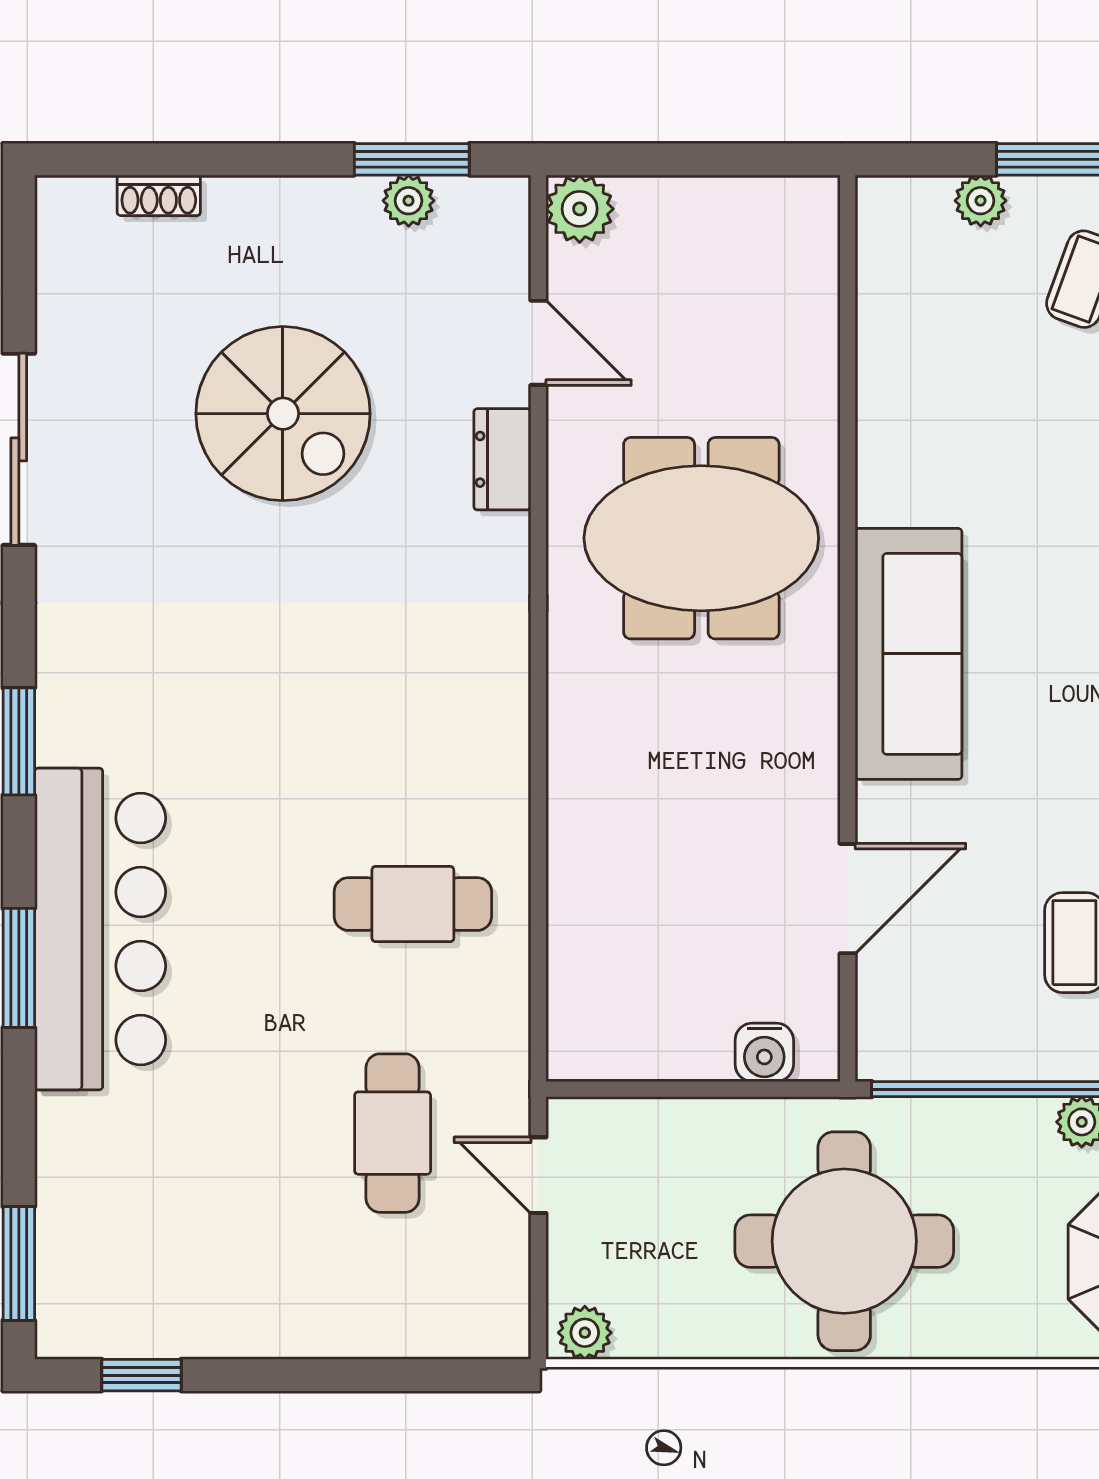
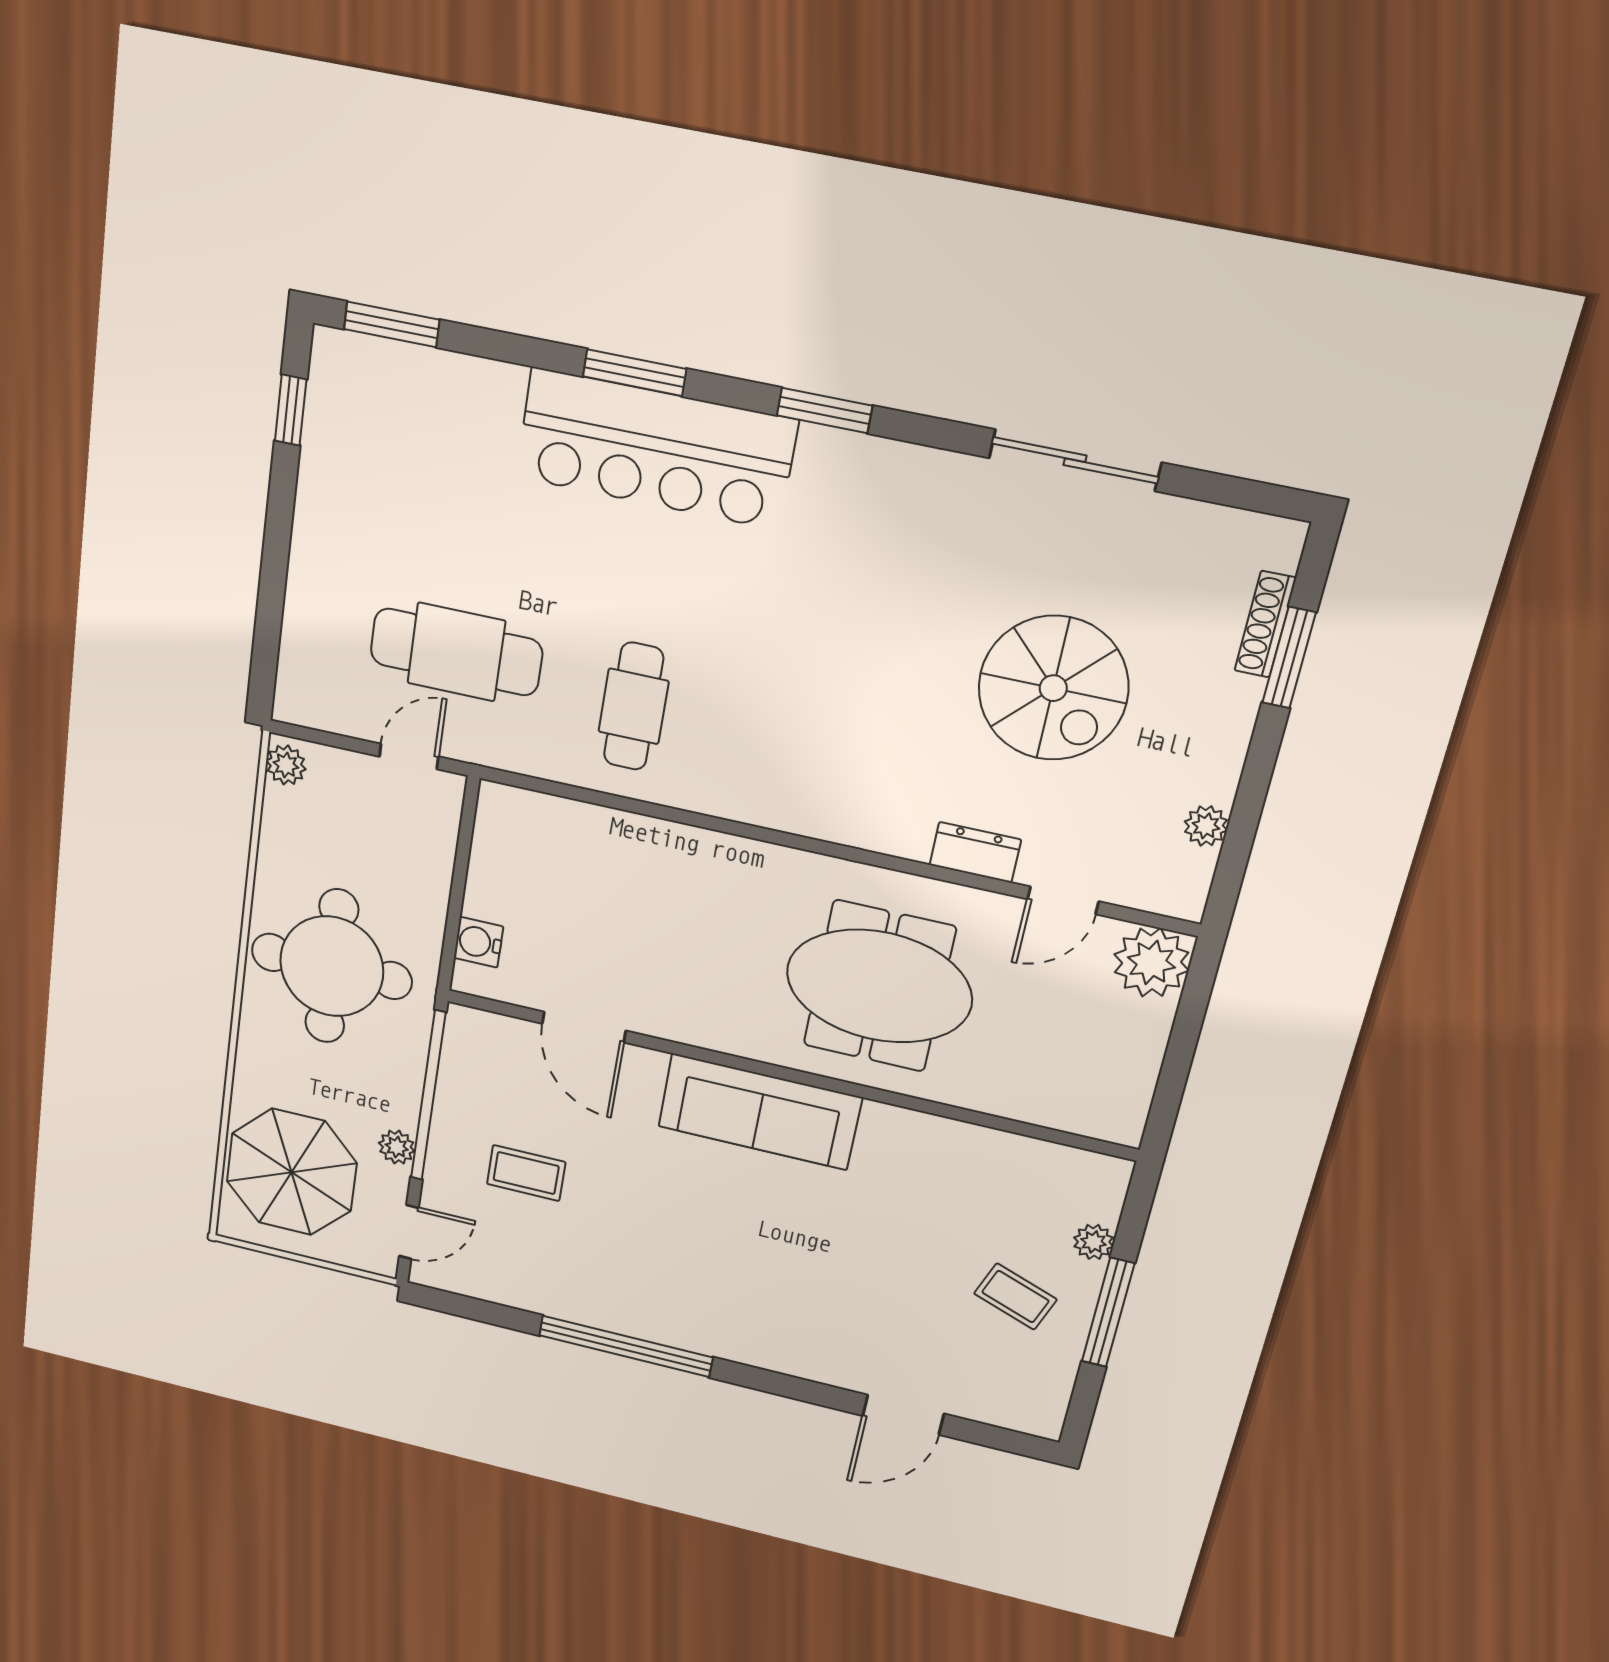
window: (412, 159) -> (1289, 658), moved
shoe rack: (159, 195) -> (1265, 624), width x1.43
plant: (580, 209) -> (1151, 962), width x1.36, depth x1.36
spiral stairs: (283, 414) -> (1053, 688), turned -90
meeting table: (701, 538) -> (879, 986), turned 90
cafe table: (393, 1133) -> (456, 652), width x1.37, depth x1.35

